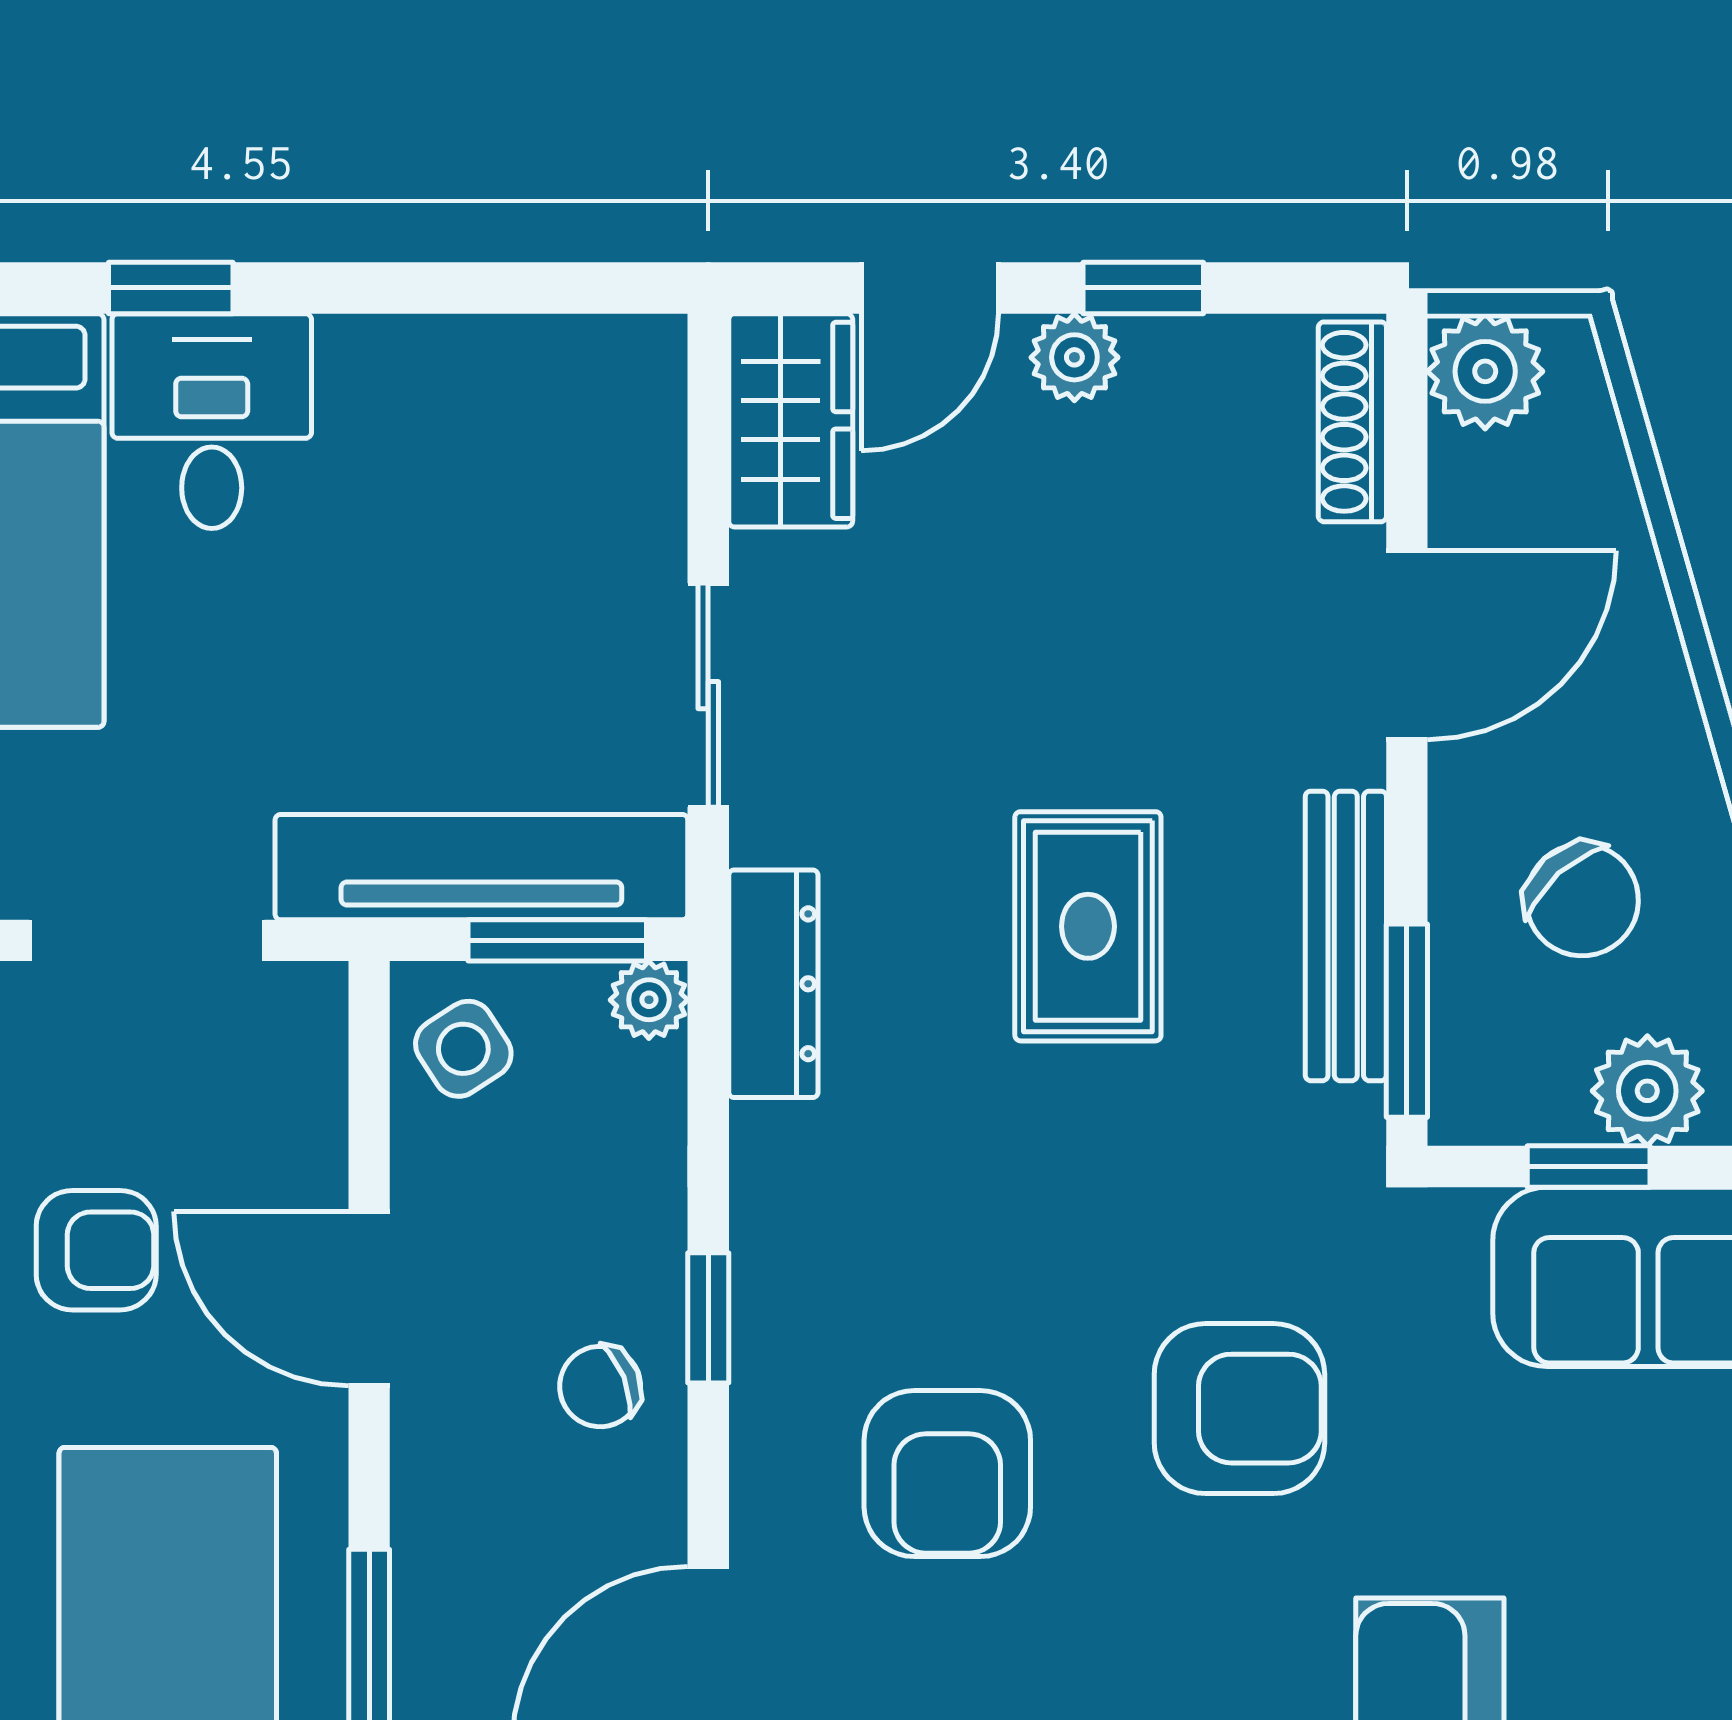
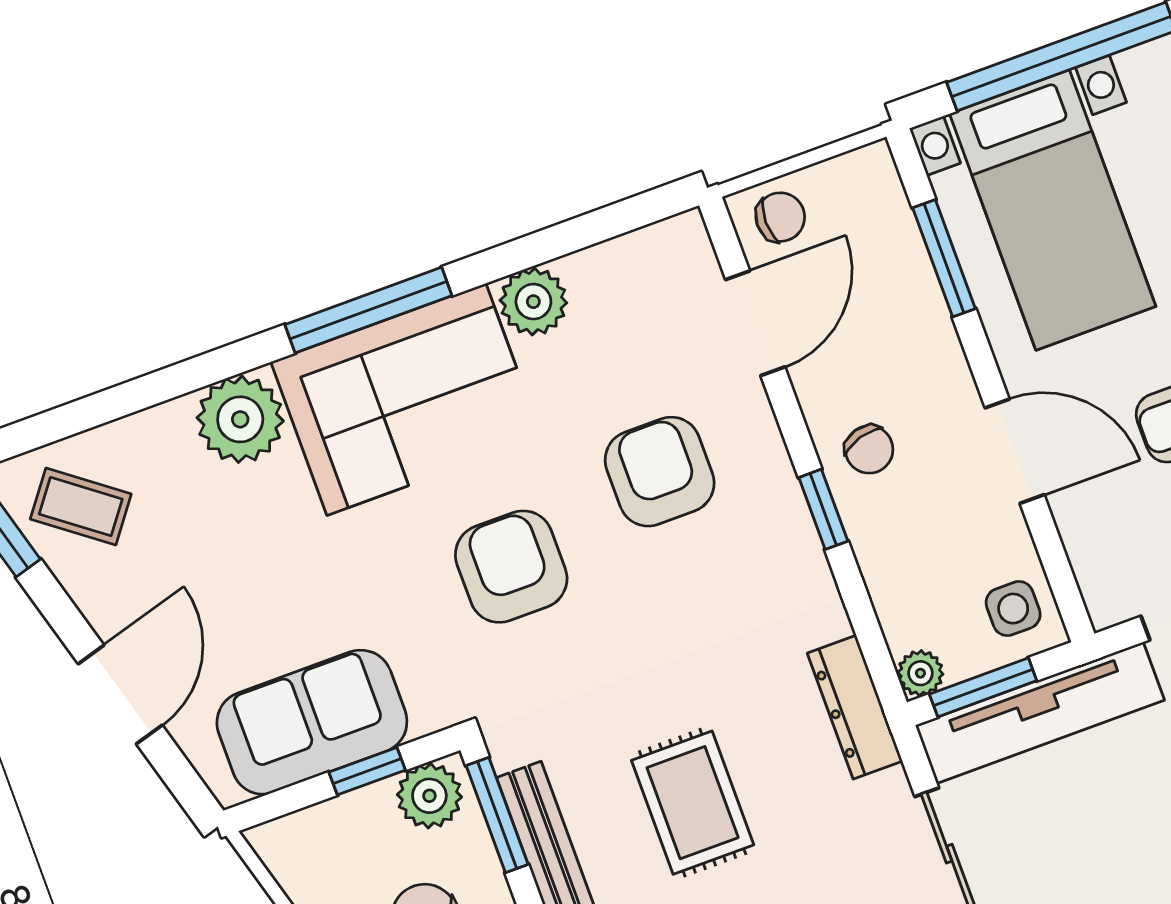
side table: (463, 1049) -> (1013, 609), turned 33
plant: (1647, 1091) -> (429, 796), moved
chair: (600, 1387) -> (869, 449), turned 96
armchair: (1239, 1409) -> (511, 567), turned 90

